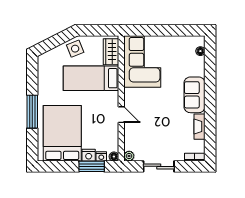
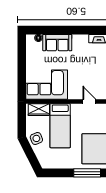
sofa: (194, 95) -> (57, 43), moved
door: (121, 115) -> (89, 101), hinge flipped

